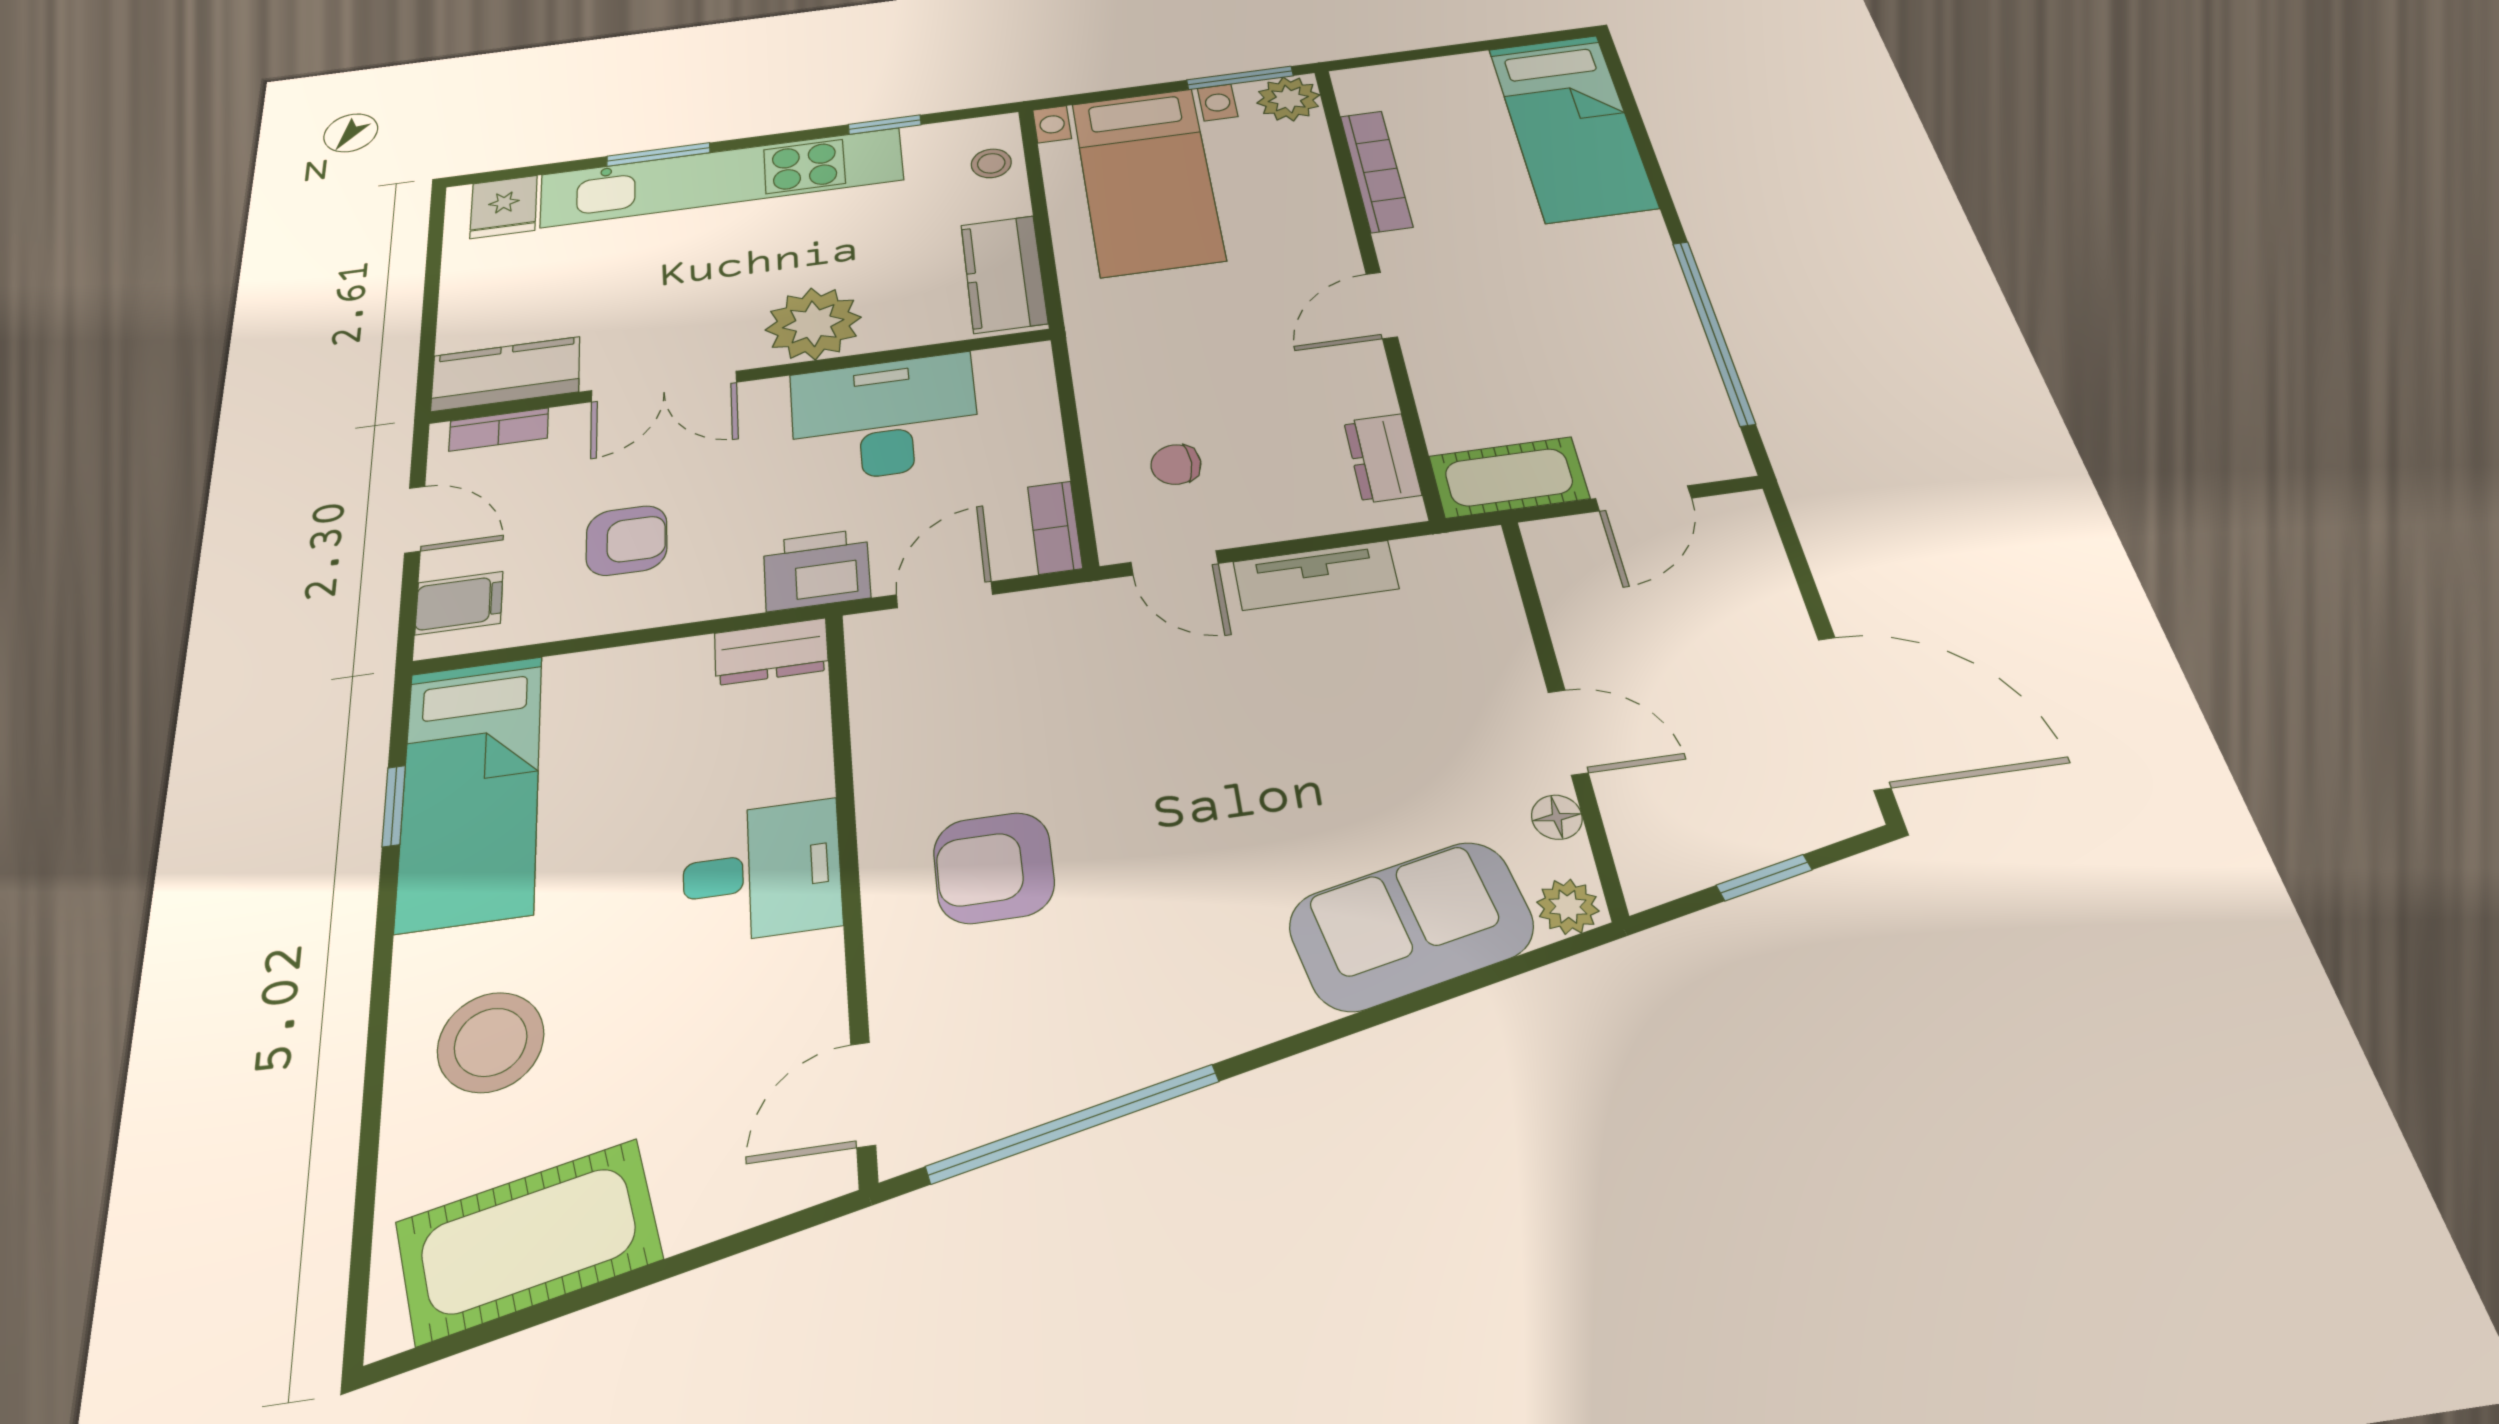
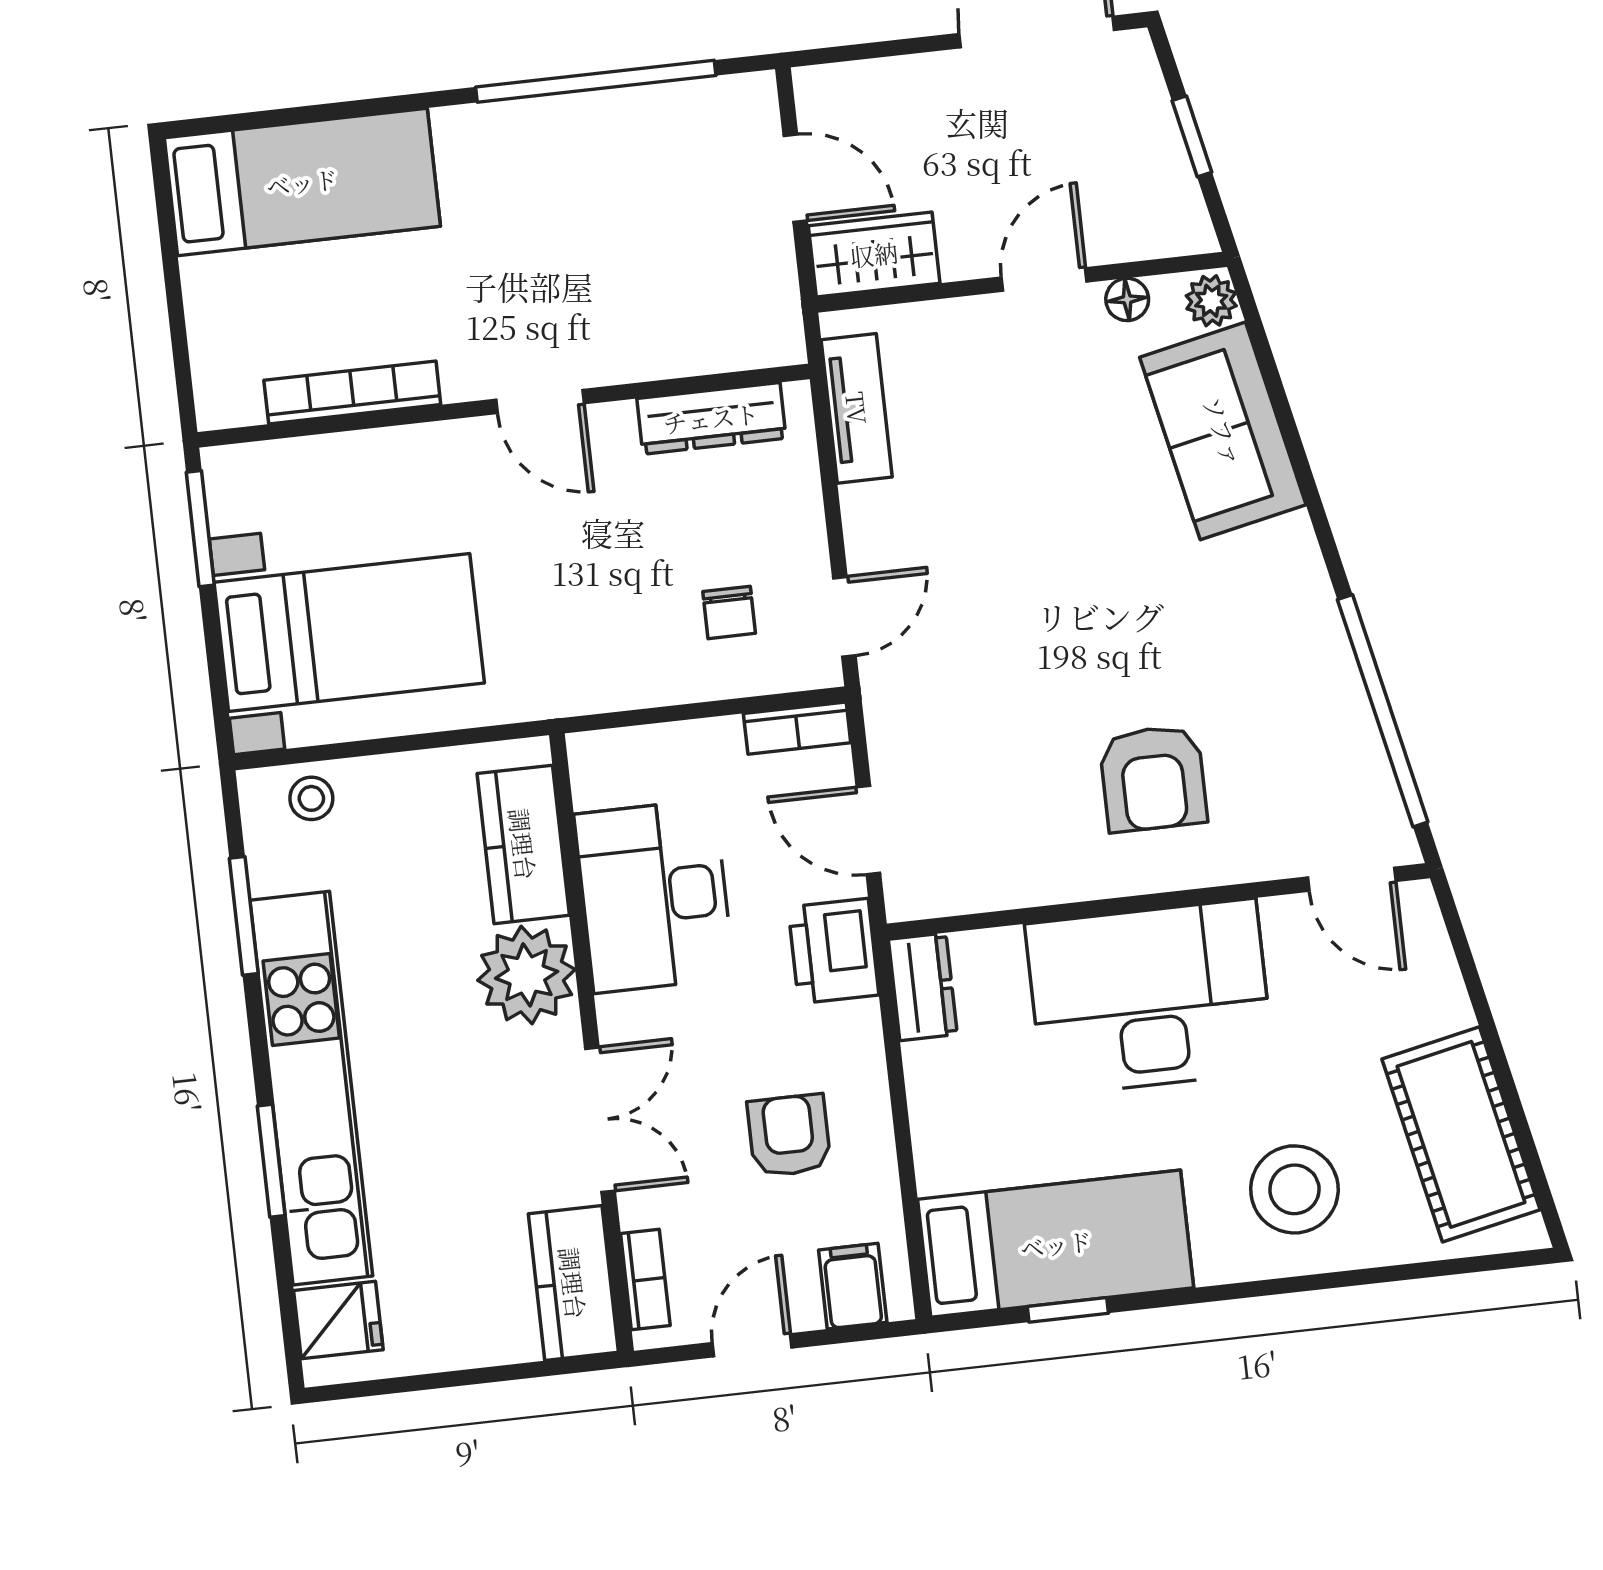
plant: (1288, 99) -> (237, 478), removed
window: (885, 125) -> (244, 916), width x1.50
kitchen counter: (1004, 274) -> (523, 844), moved, turned 90
dresser: (1382, 458) -> (711, 418), width x1.44
cot: (1509, 477) -> (763, 299), removed
wardrobe: (1572, 571) -> (874, 254), added
tv unit: (1316, 575) -> (857, 408), moved
desk: (762, 871) -> (1150, 997), width x1.87, depth x1.30

